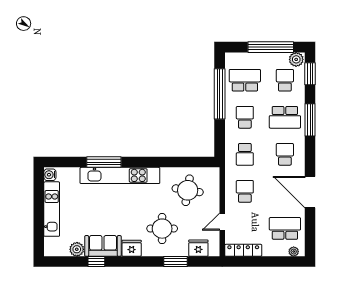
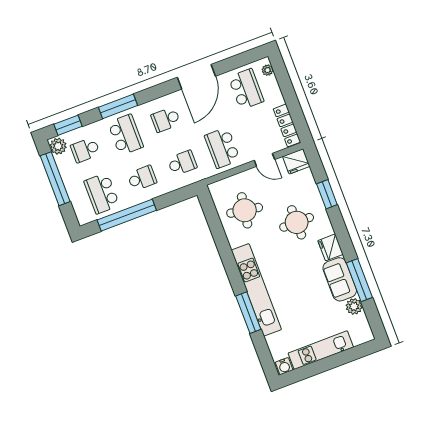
school desk: (245, 117) -> (142, 178), turned 180
school desk: (245, 191) -> (222, 148), width x1.85
school desk: (285, 228) -> (246, 89), turned 180
fridge: (198, 248) -> (296, 161), moved, turned -90
window: (96, 262) -> (359, 280), width x2.17

